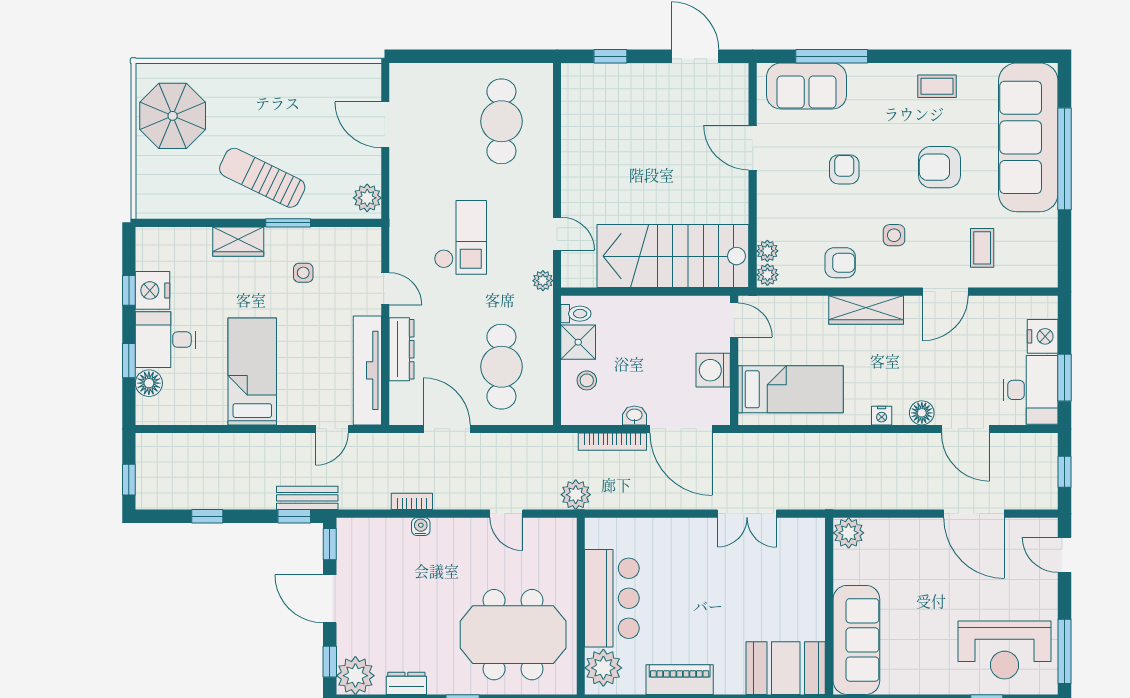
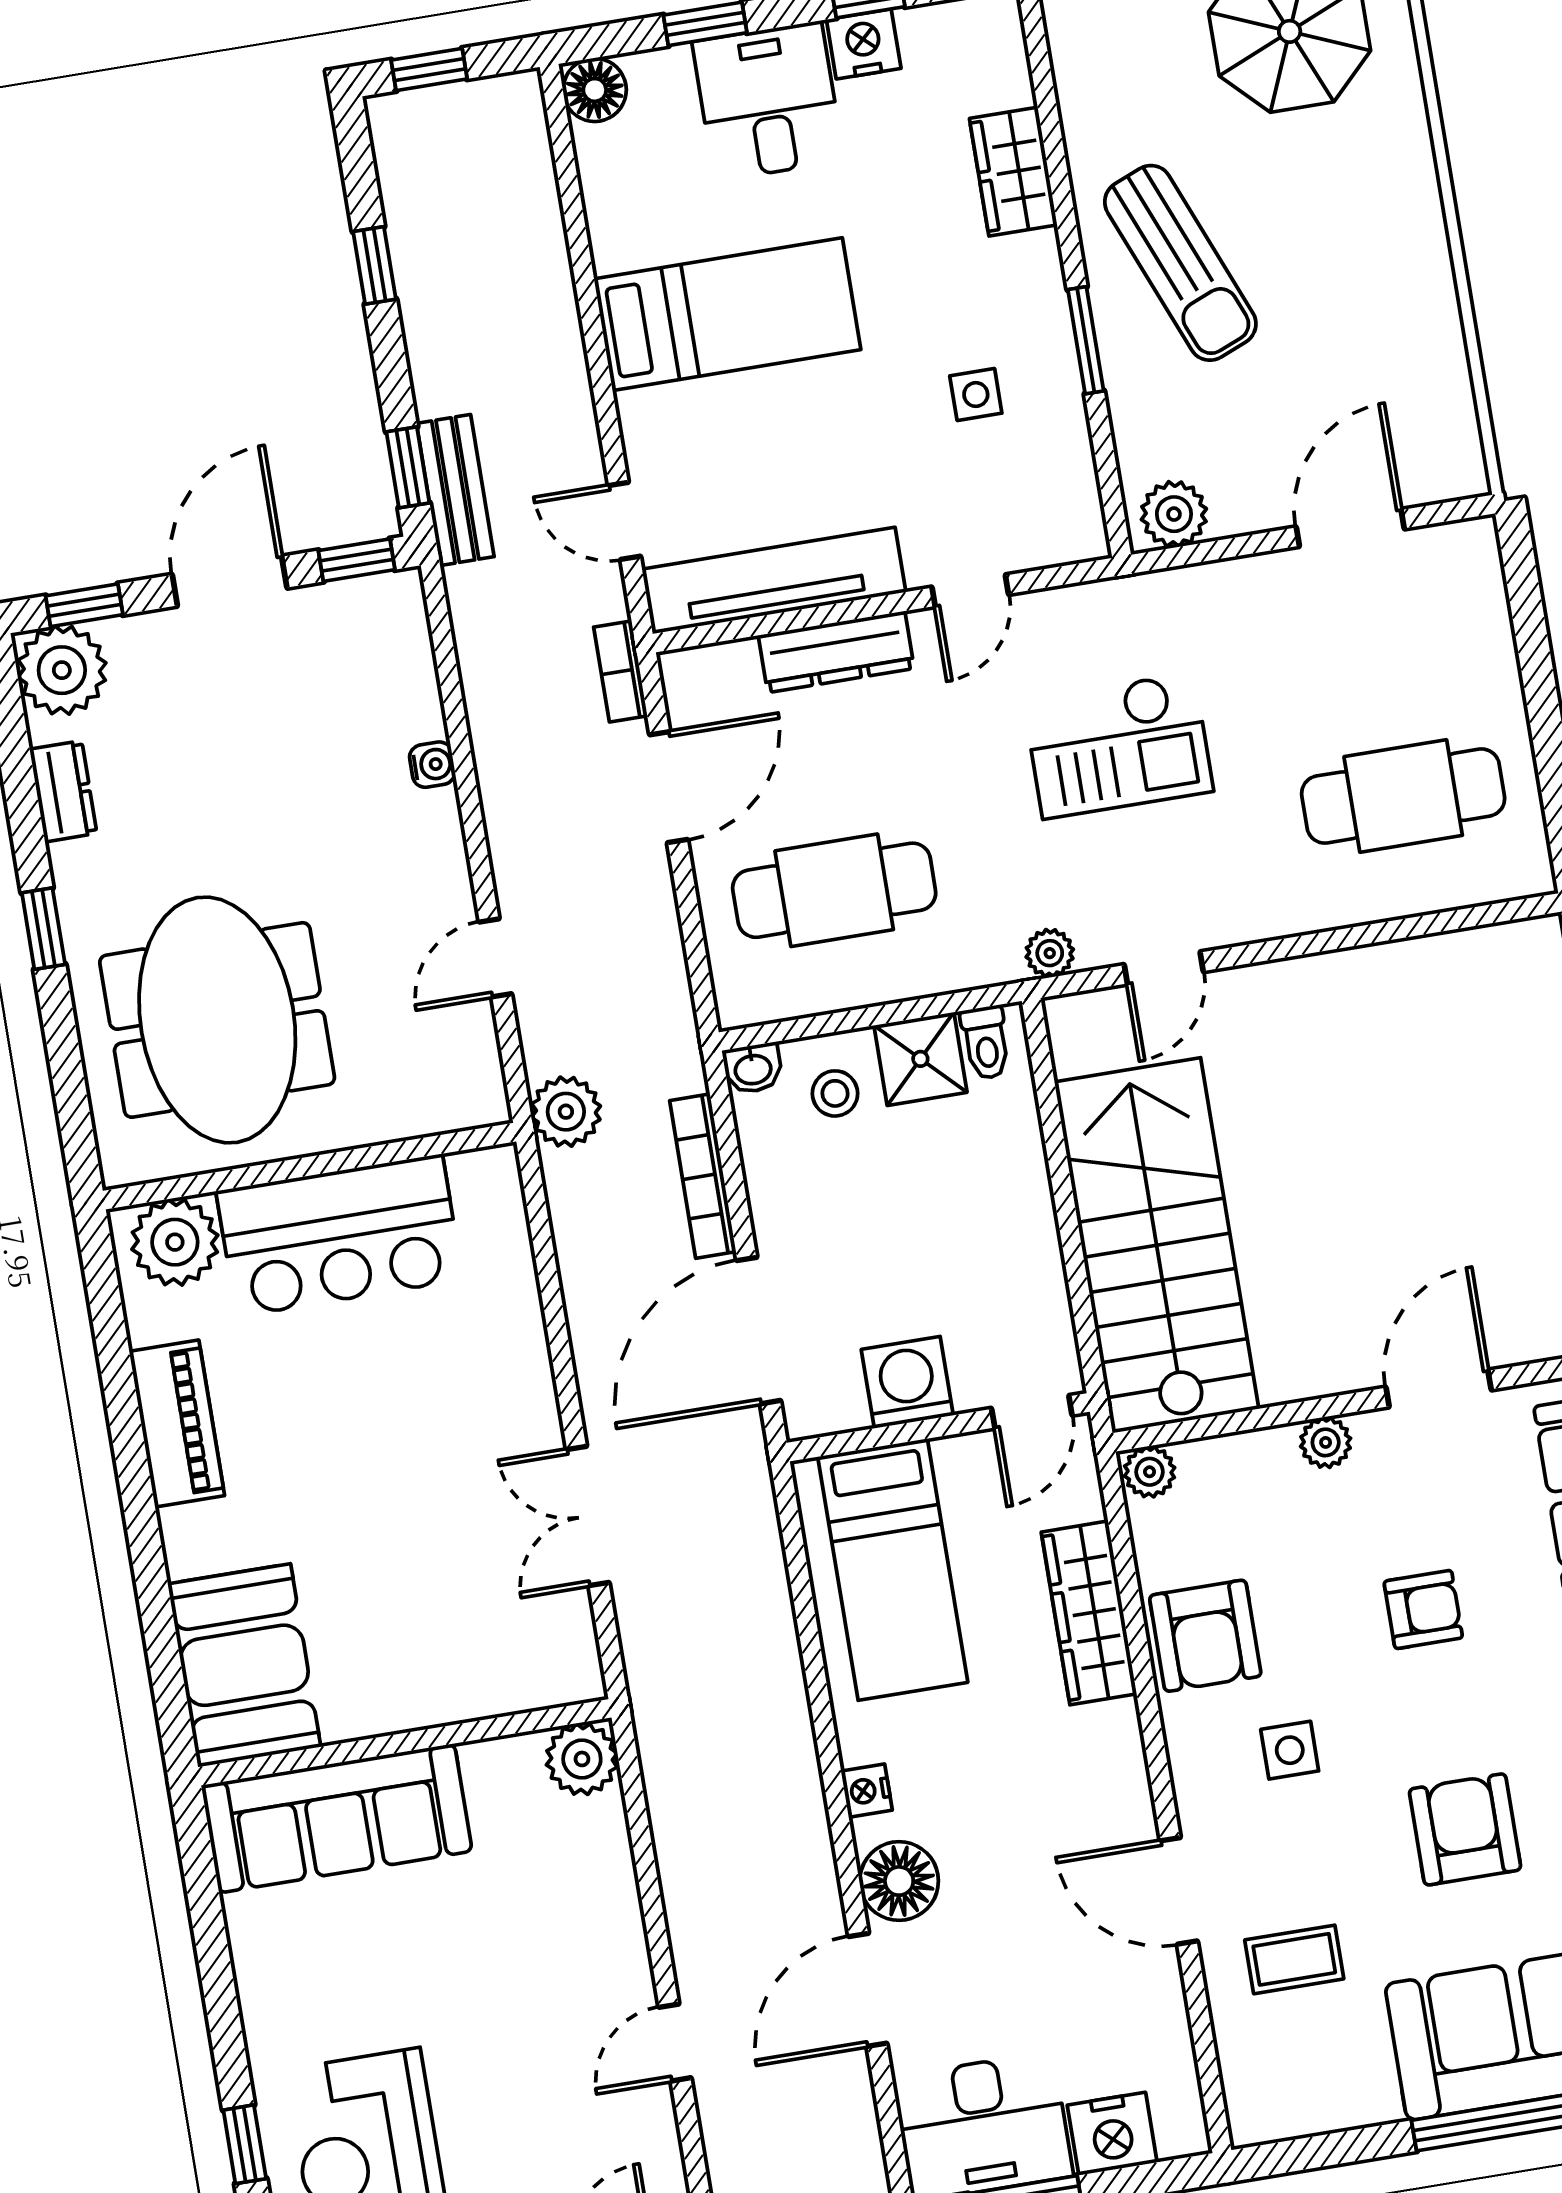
sun lounger: (262, 178) -> (1180, 263), turned 132
wardrobe: (238, 242) -> (1013, 172), moved
plant: (767, 251) -> (1326, 1442), moved
armchair: (840, 263) -> (1205, 1636), width x1.38, depth x1.38
nightstand: (153, 290) -> (864, 44), width x0.74, depth x0.75
wardrobe: (866, 310) -> (1089, 1613), moved
floor lamp: (149, 383) -> (595, 90), moved
floor lamp: (922, 413) -> (899, 1881), width x1.38, depth x1.38
washbasin: (634, 415) -> (753, 1068), moved, turned 90
bookcase: (412, 501) -> (620, 671), moved, turned 180
door: (974, 514) -> (675, 2043), width x0.53

